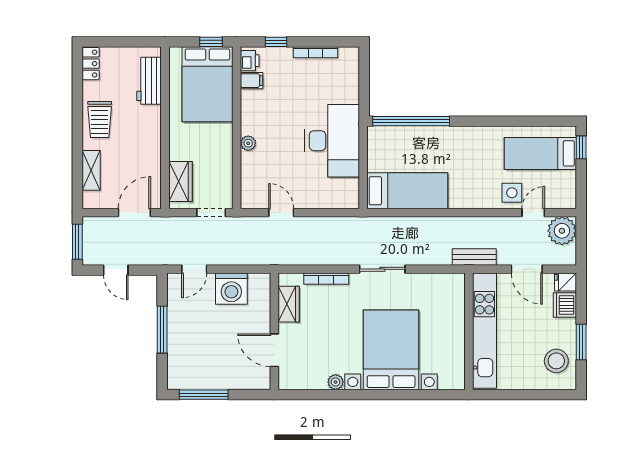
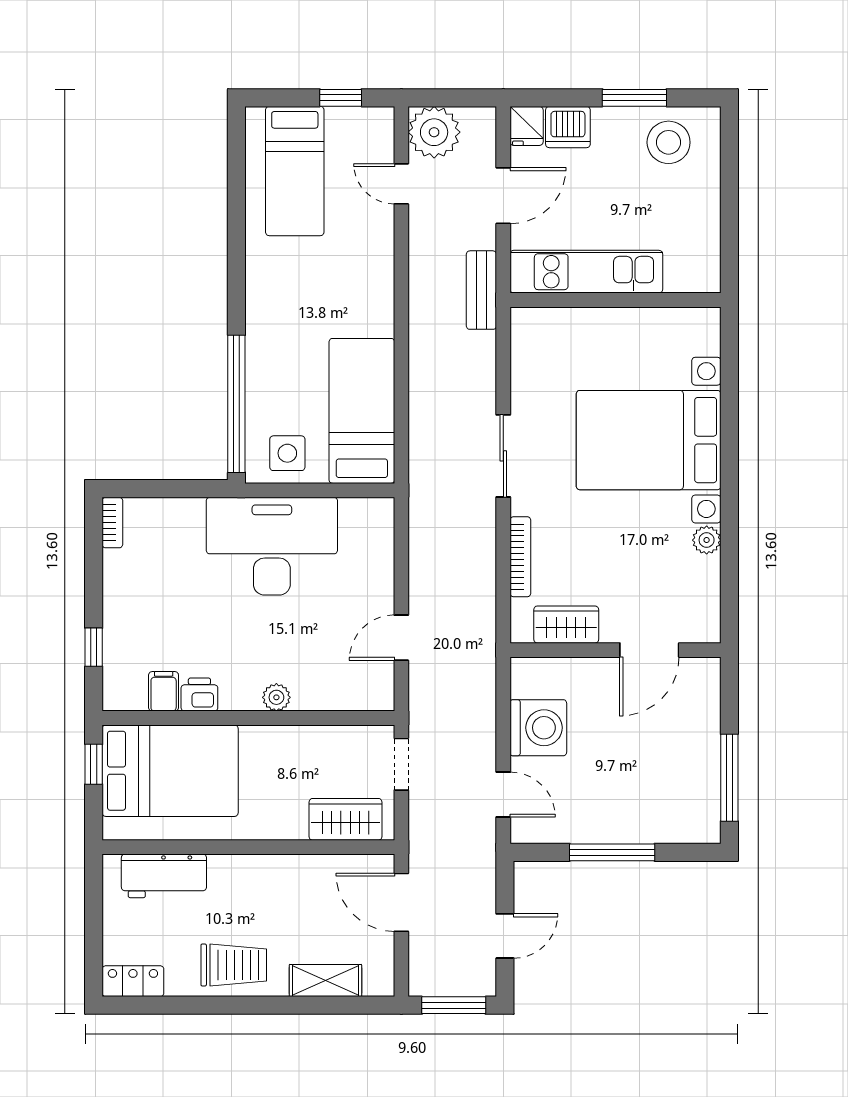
bookcase: (315, 52) -> (112, 523), moved, width x0.64
printer: (250, 61) -> (199, 695), moved
window: (581, 147) -> (341, 98), moved
side table: (512, 193) -> (287, 453), moved
kitchen unit: (484, 331) -> (586, 272), width x0.73

